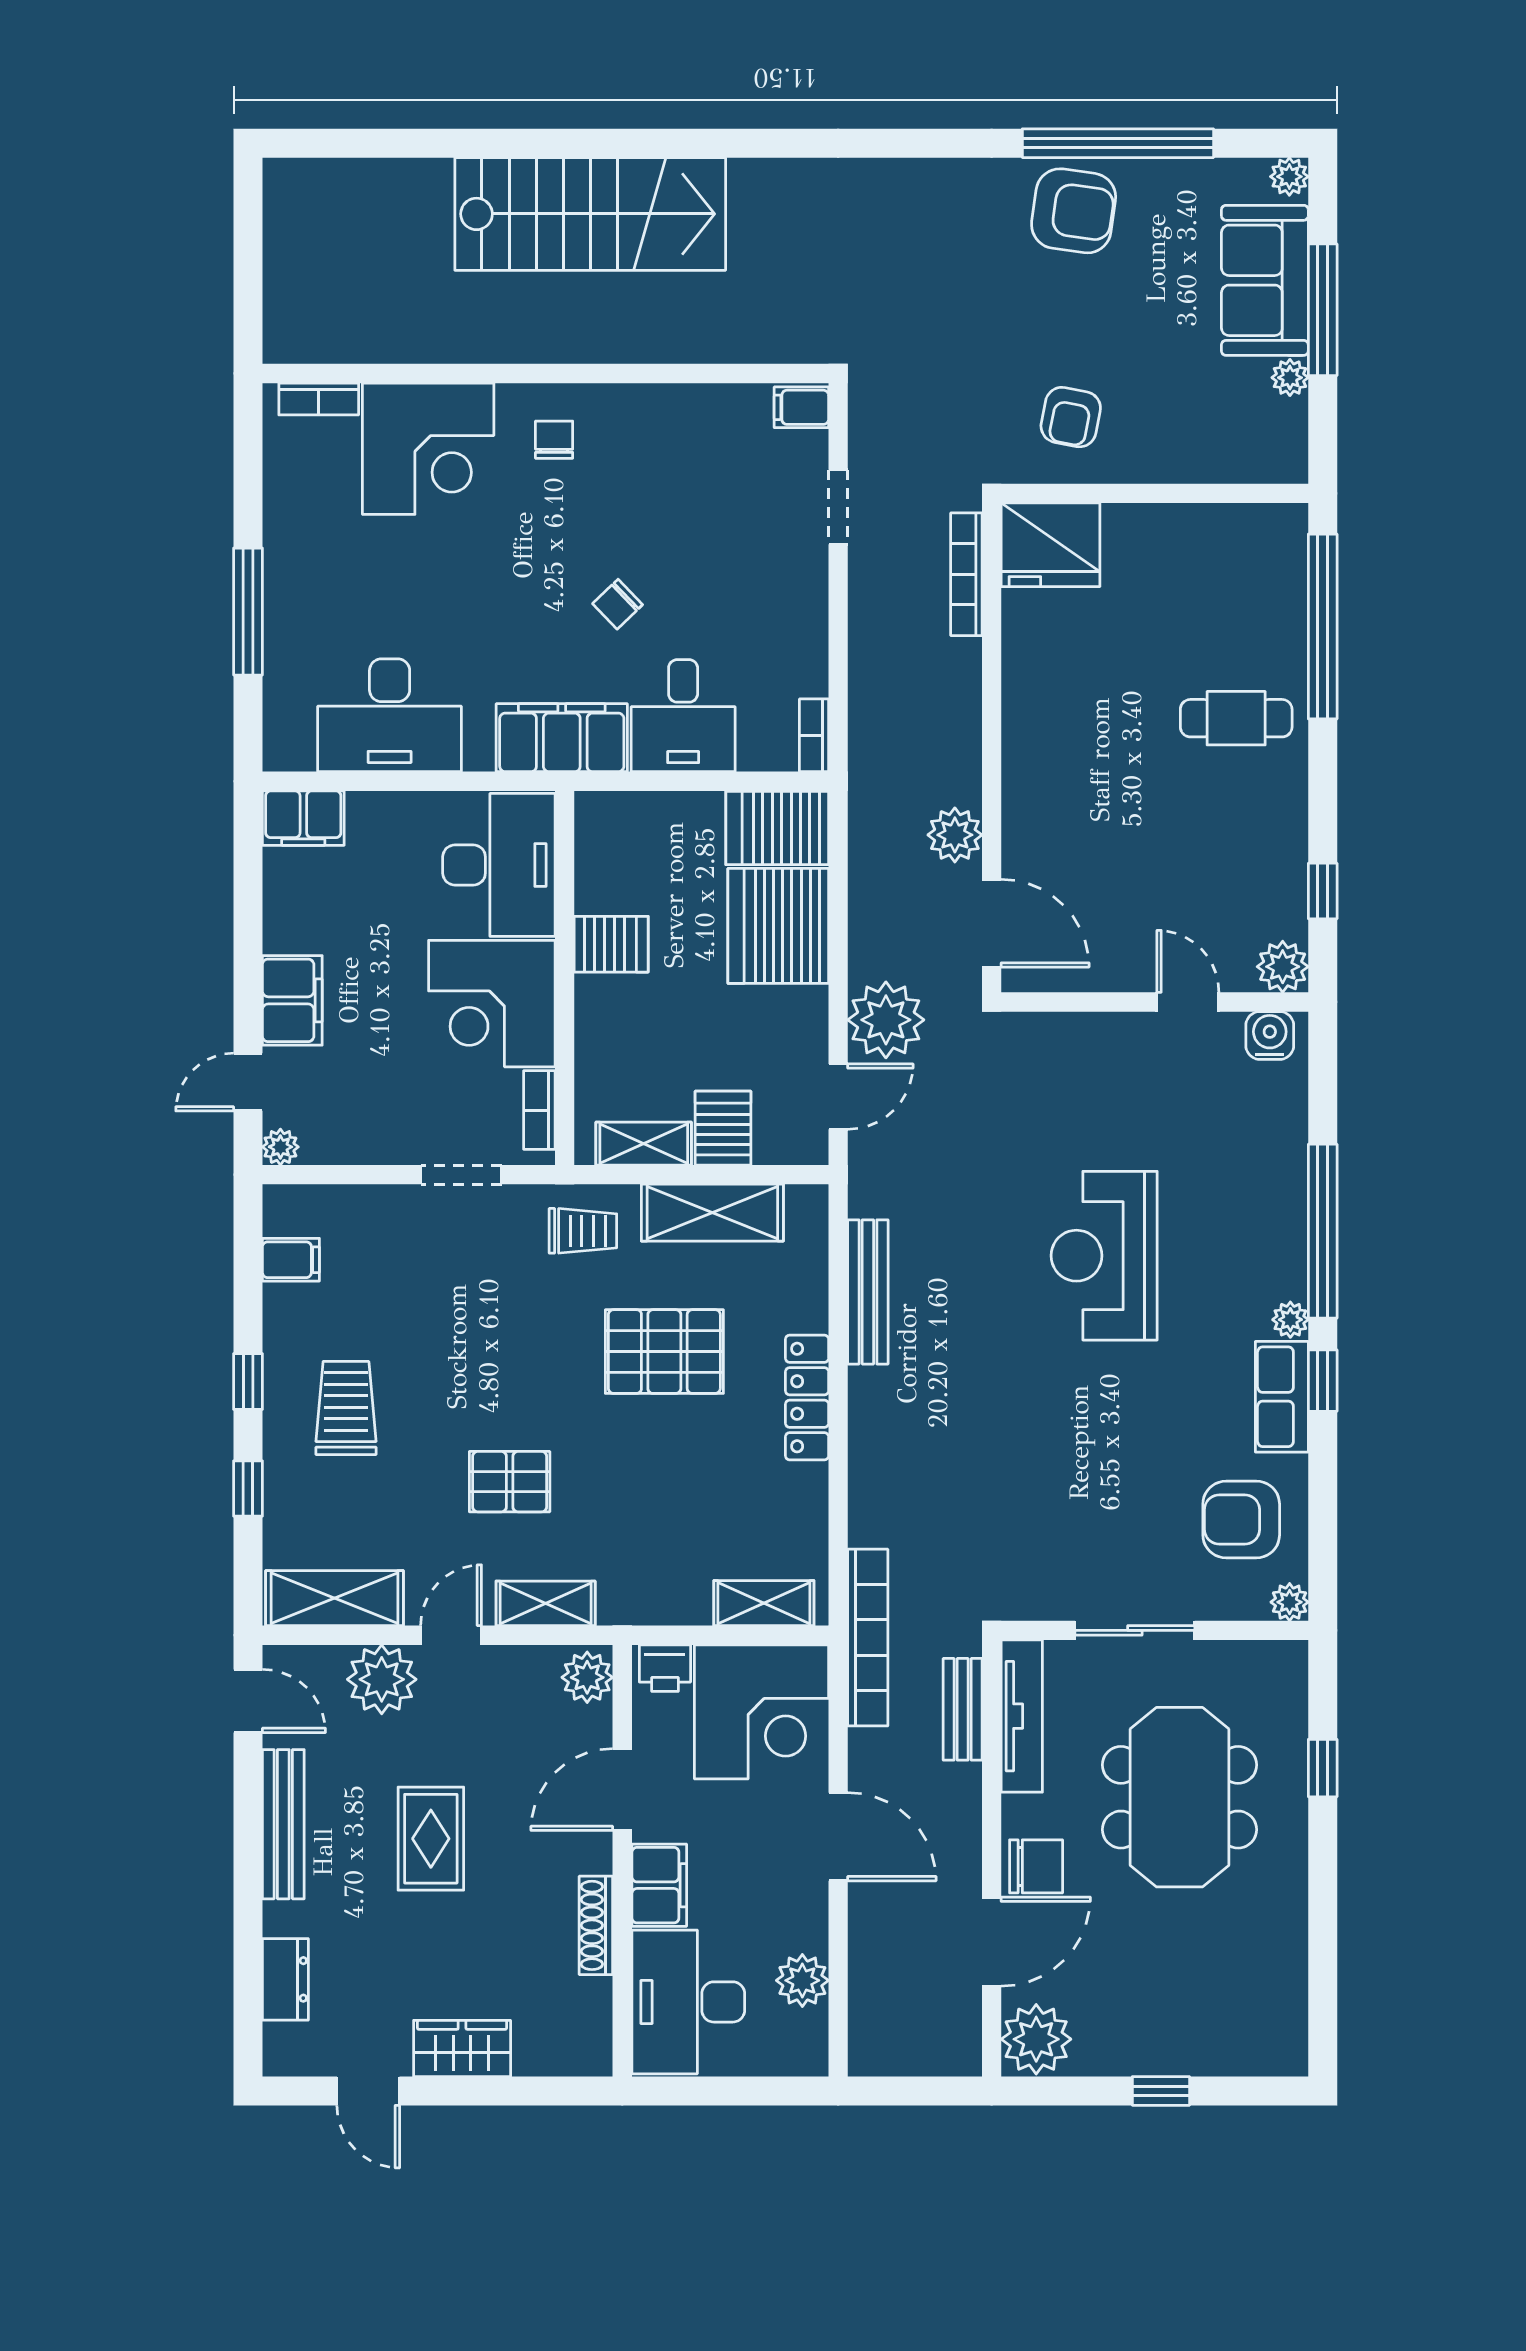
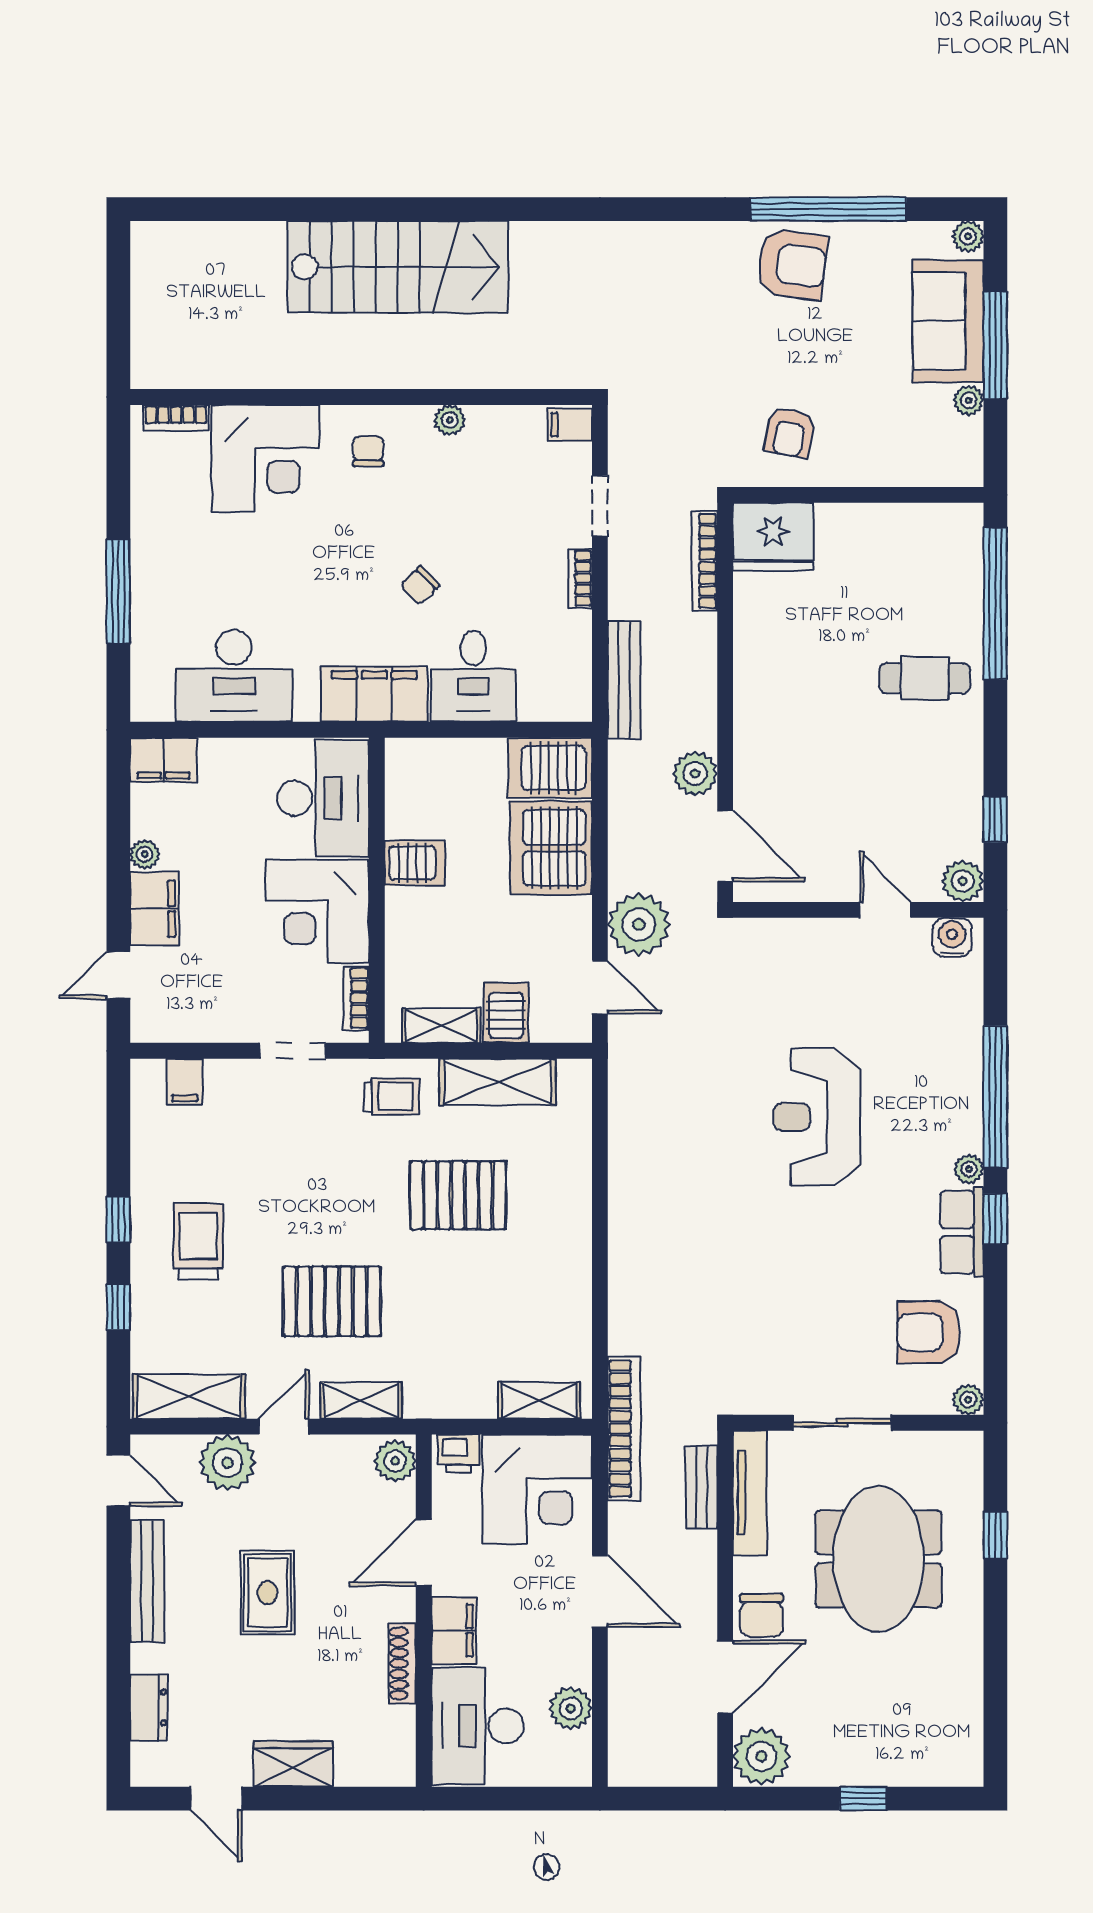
plant: (654, 402) -> (450, 420), added
bookcase: (814, 735) -> (580, 578), moved
door: (838, 1097) -> (600, 987), hinge flipped
plant: (280, 1147) -> (145, 854), moved
filing cabinet: (291, 1260) -> (185, 1082), moved, turned 90
bench: (868, 1292) -> (624, 680), moved
locker: (807, 1398) -> (574, 1233), removed
pallet: (510, 1482) -> (332, 1301), width x1.50, depth x1.42
chair: (1036, 1866) -> (761, 1615), turned 90

